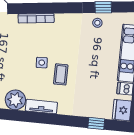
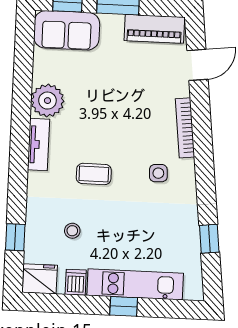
stool: (97, 23) -> (72, 231), moved
side table: (42, 63) -> (158, 173), moved

